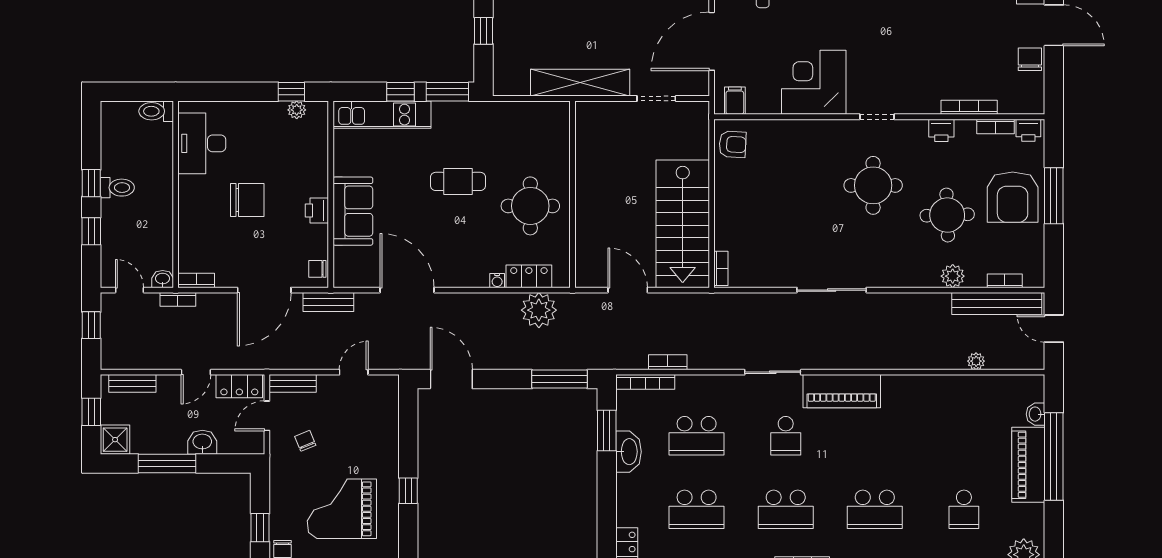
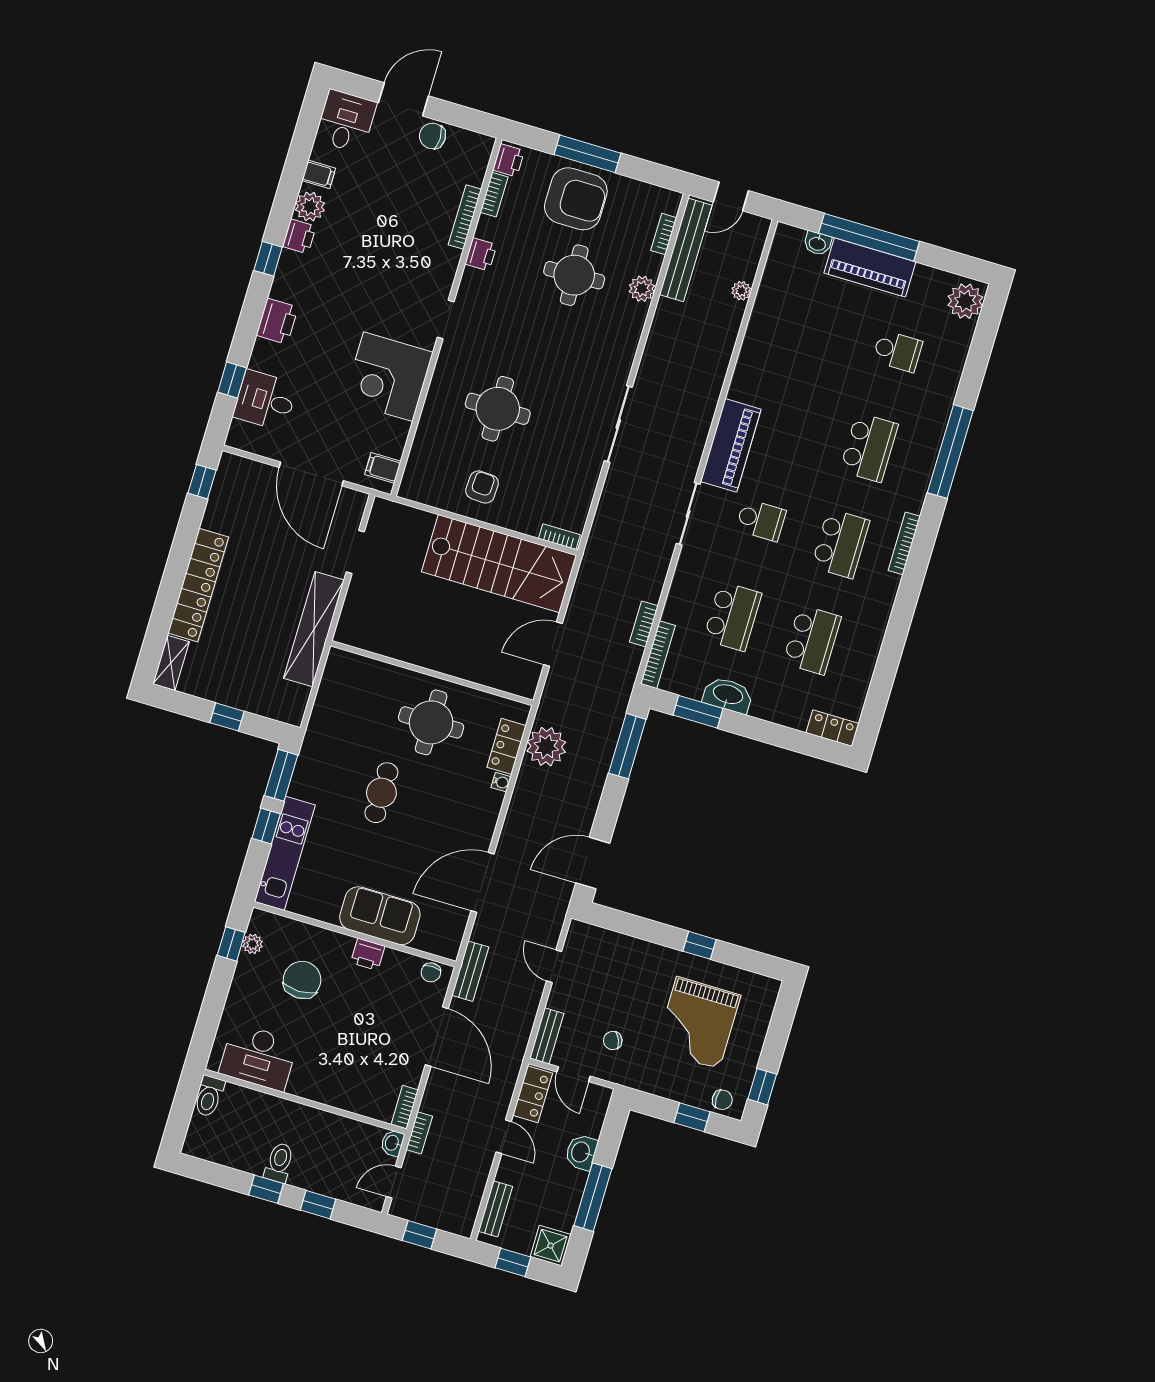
armchair: (733, 144) -> (482, 487), moved
round table: (873, 185) -> (498, 409), moved
chair: (247, 200) -> (302, 980), moved

